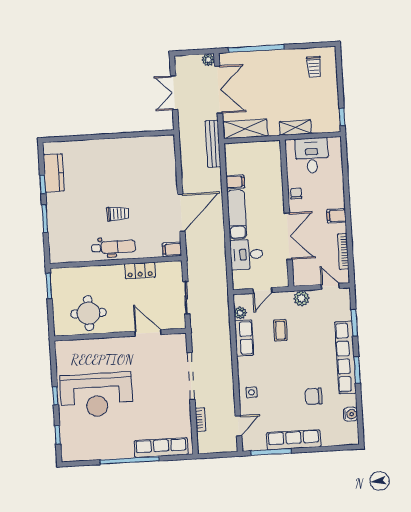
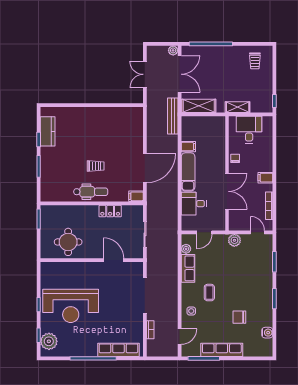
coffee table: (280, 330) -> (209, 293), moved
row of seats: (345, 357) -> (266, 288), removed
plant: (71, 442) -> (49, 341), added

